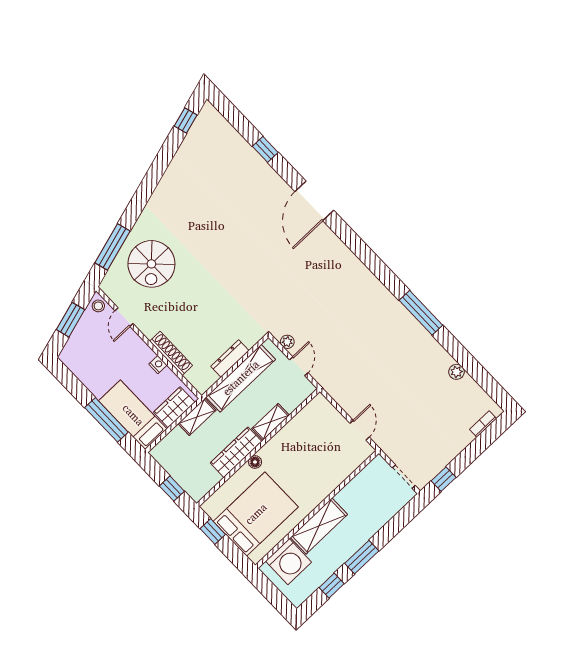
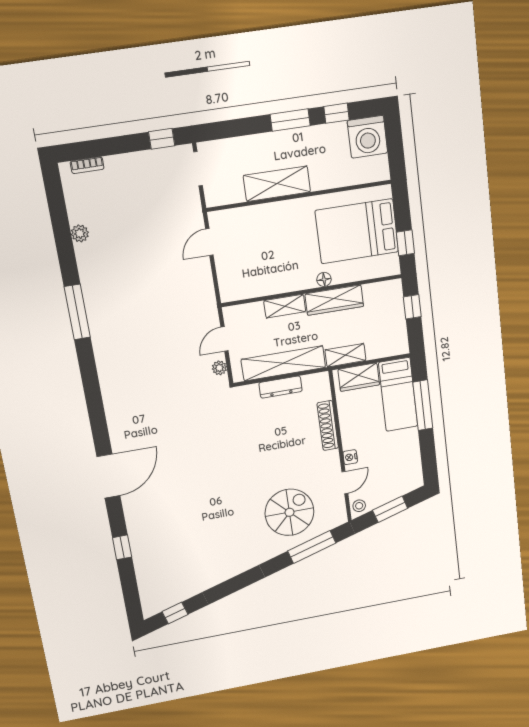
nightstand: (158, 365) -> (350, 457), moved
shelving: (319, 526) -> (277, 184), moved
washing machine: (289, 562) -> (367, 137), moved, turned 180

